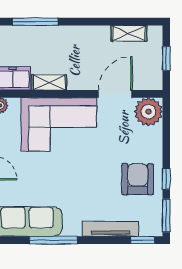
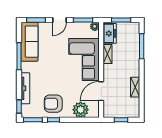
shelving: (129, 33) -> (135, 87), moved
door: (115, 94) -> (101, 91), swing flipped
plant: (148, 112) -> (81, 110), moved
armchair: (138, 179) -> (53, 104), turned 180

